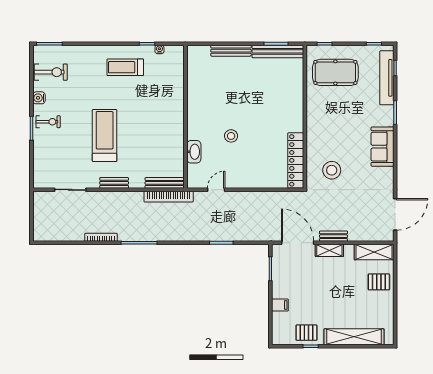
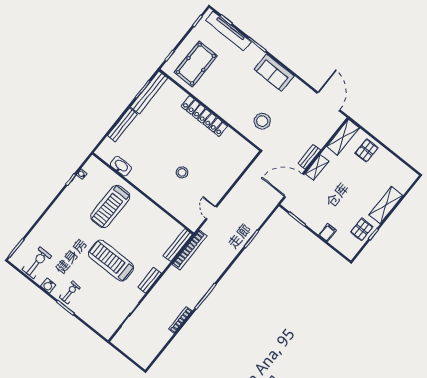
treadmill: (125, 67) -> (110, 206), moved, width x1.37, depth x1.38
washbasin: (194, 152) -> (121, 166), moved
locker: (296, 160) -> (204, 116), moved
shelving: (354, 337) -> (386, 205), width x0.68

